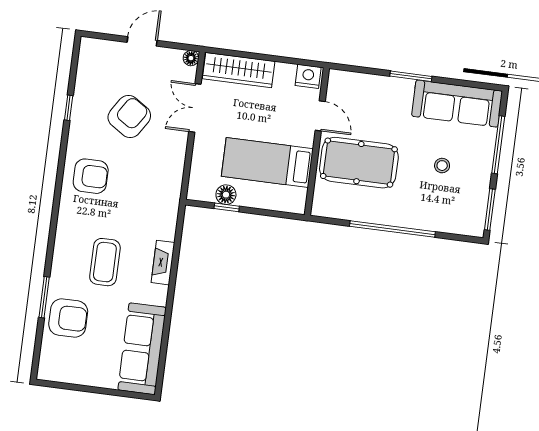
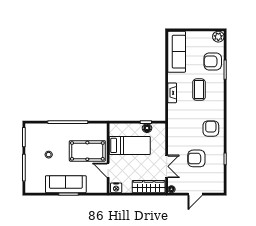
sofa: (457, 104) -> (66, 184), moved
armchair: (129, 116) -> (196, 158), turned 57
armchair: (91, 176) -> (211, 129), turned 90
plant: (49, 369) -> (218, 37), added

